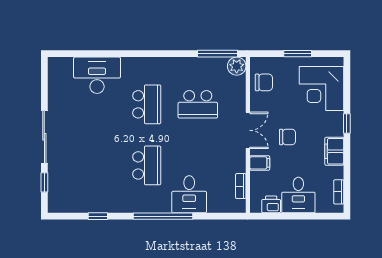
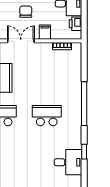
desk: (189, 194) -> (68, 162), moved

